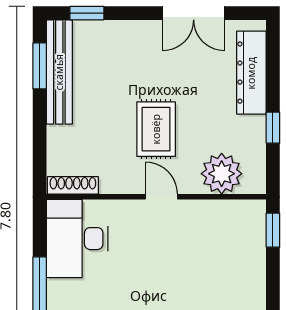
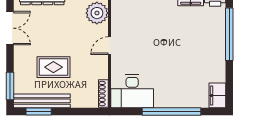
window: (87, 13) -> (10, 86), width x1.50
rug: (156, 129) -> (53, 67), moved

